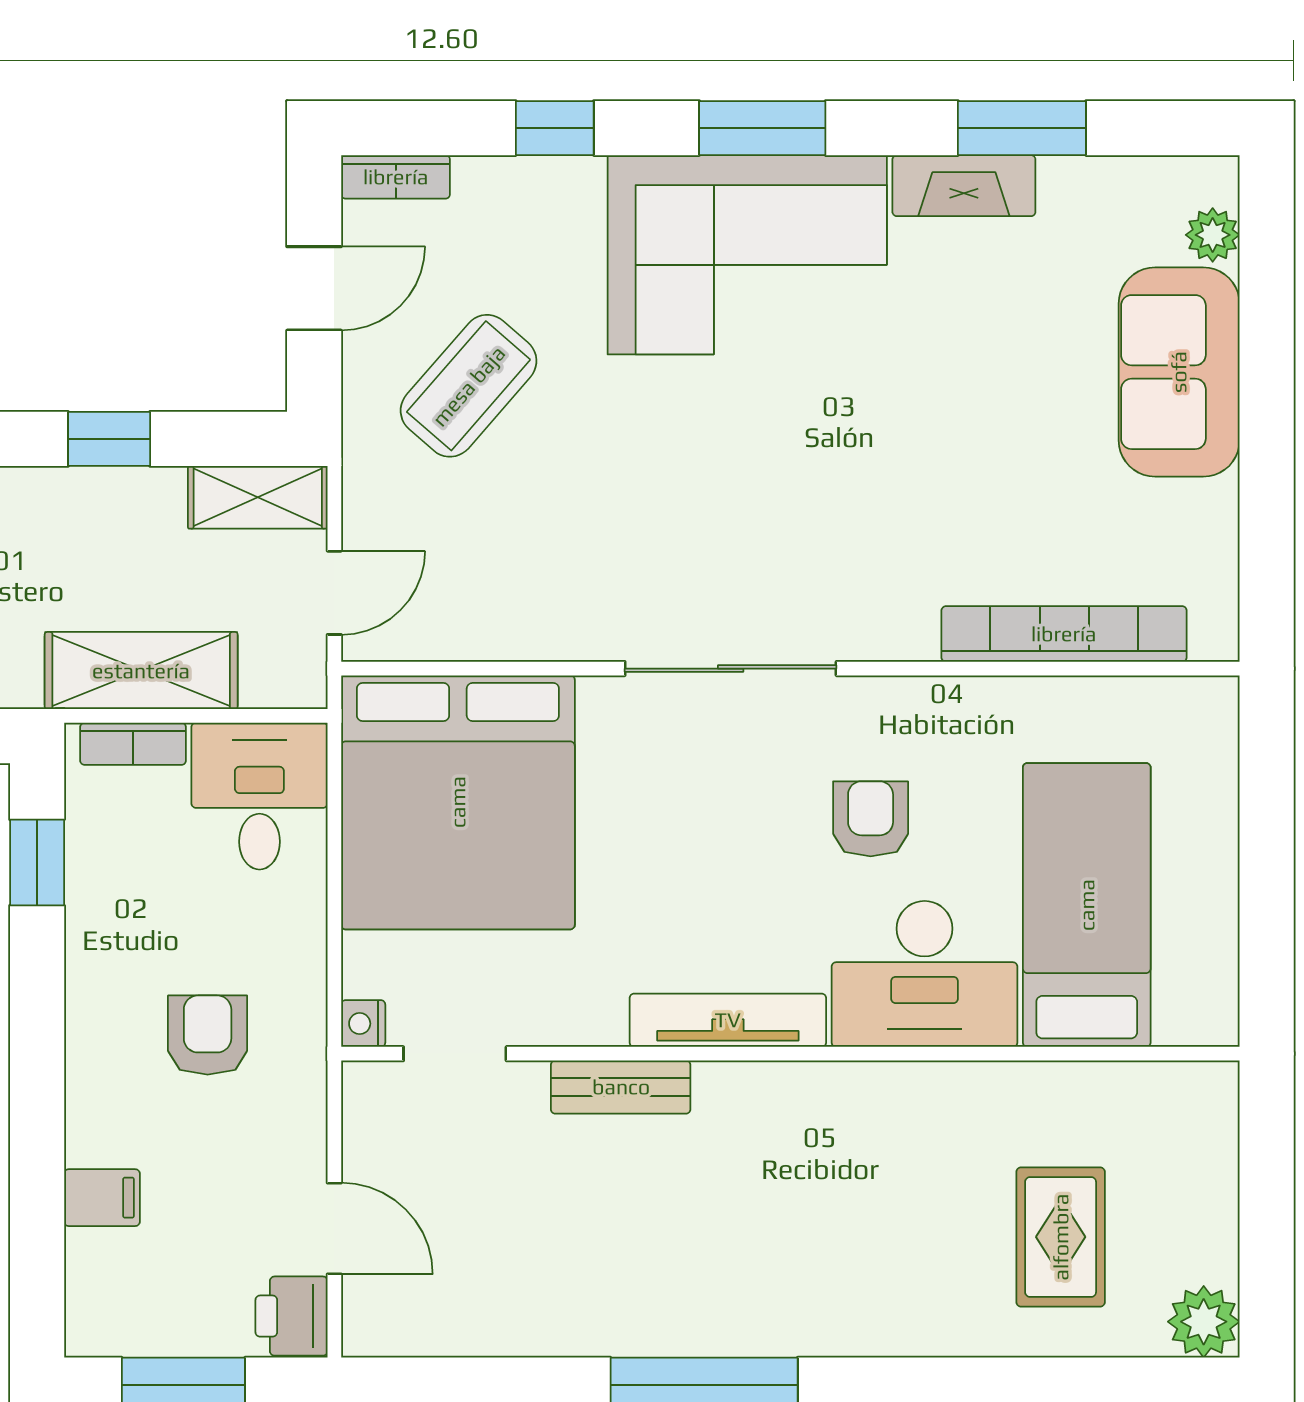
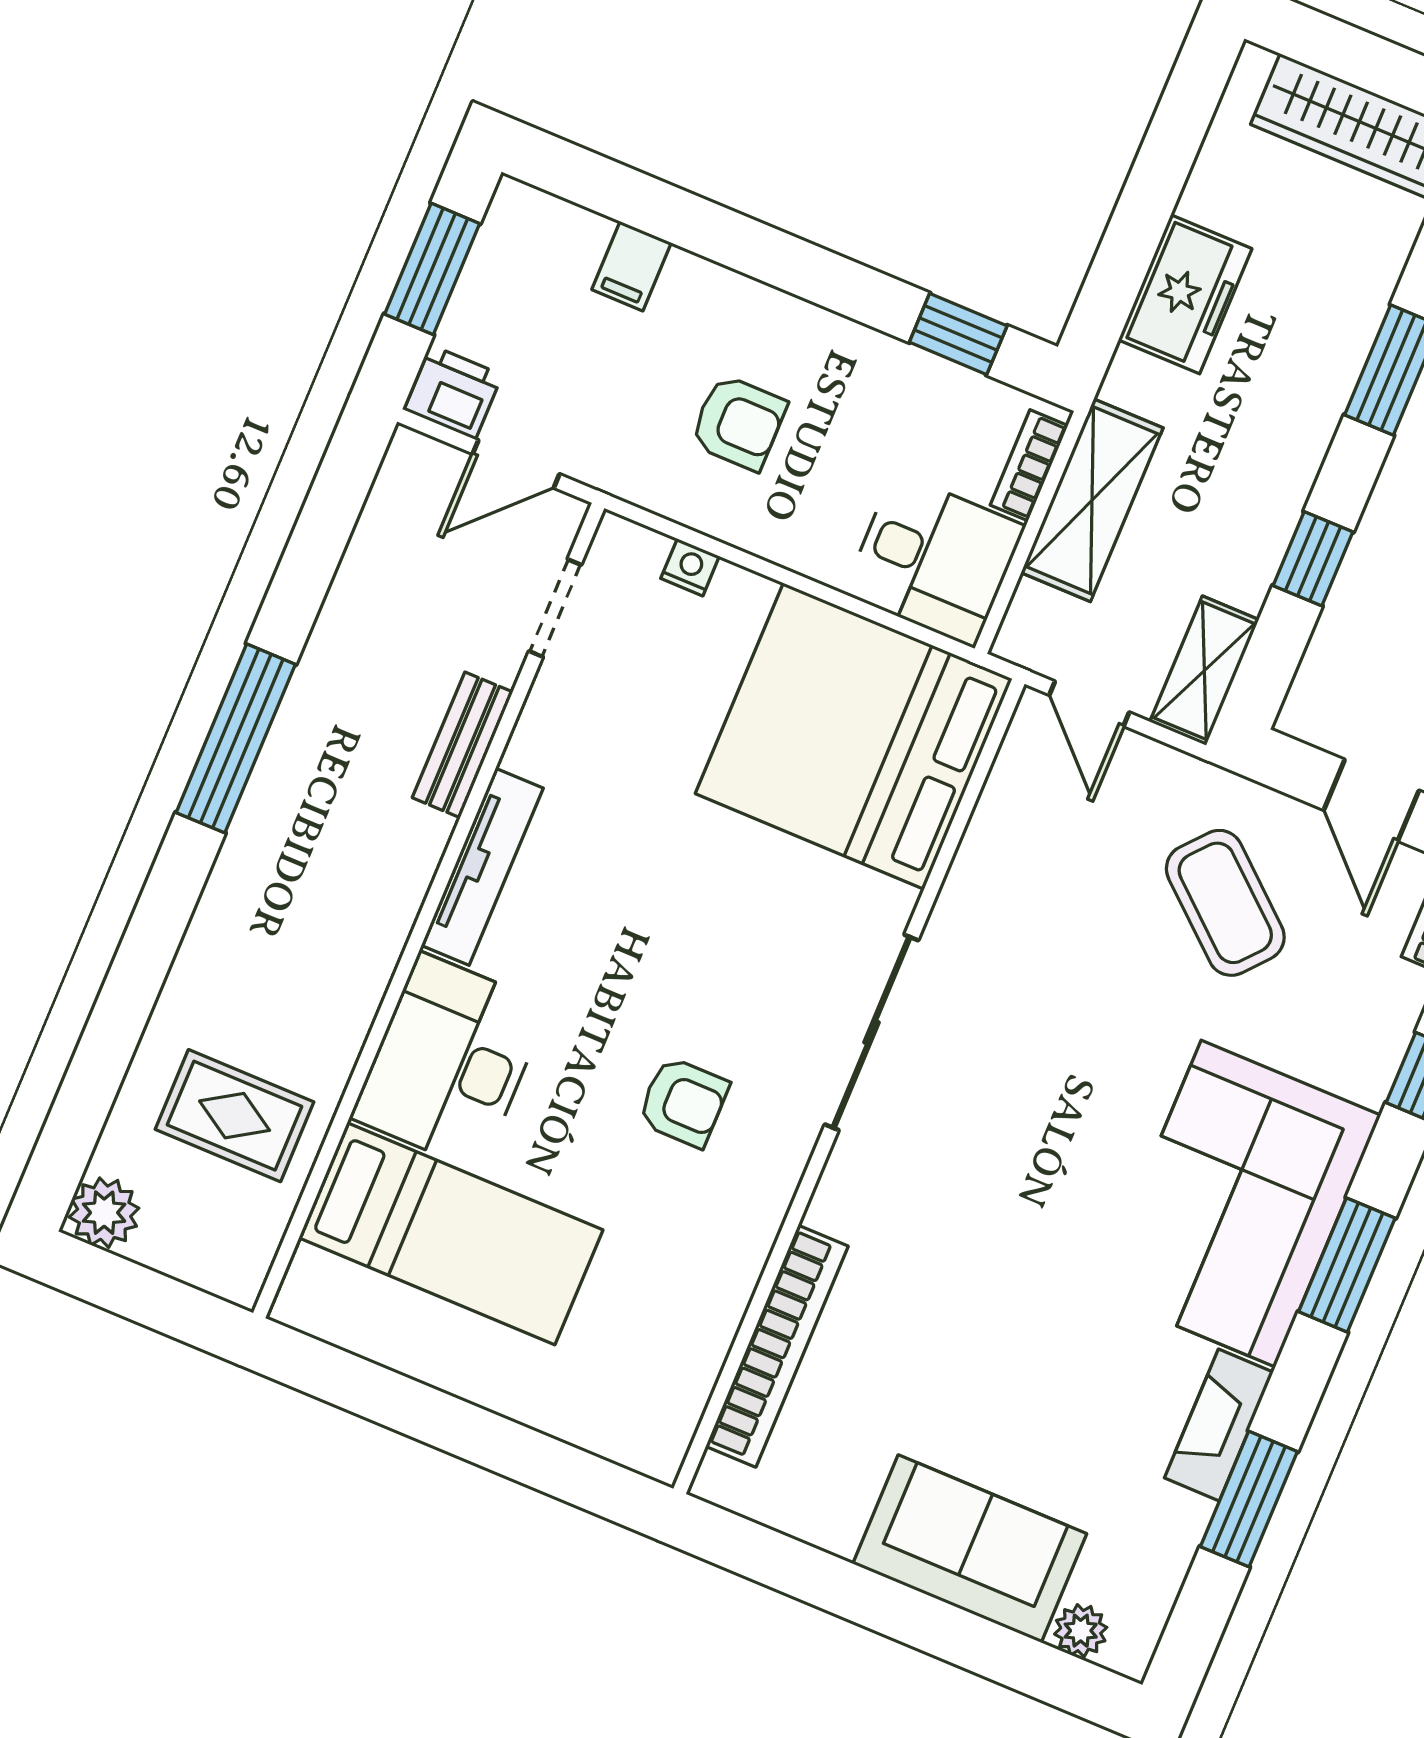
bed: (1087, 905) -> (451, 1234), moved
desk: (925, 974) -> (450, 1062), moved
tv unit: (728, 1020) -> (482, 867), moved
doorway: (455, 1054) -> (555, 608), moved
wall: (790, 1054) -> (429, 911), moved
bench: (621, 1087) -> (463, 745), moved

